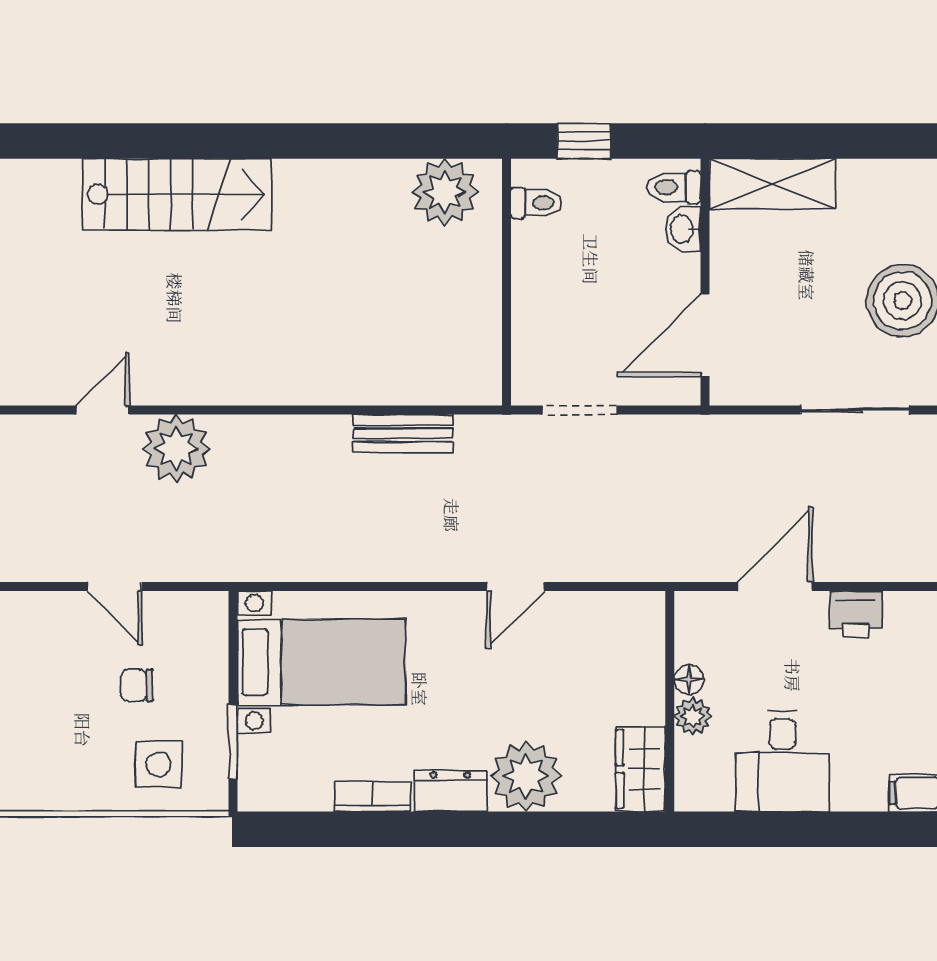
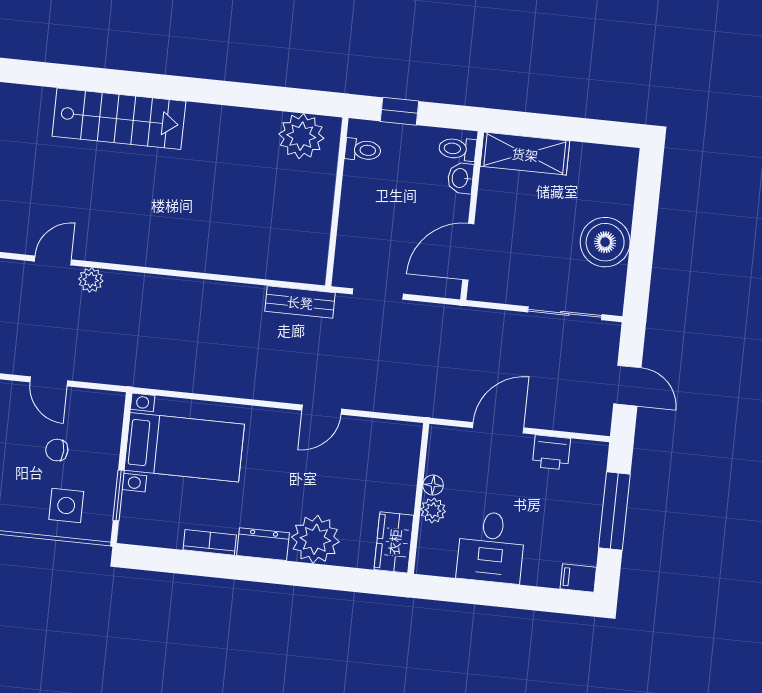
bench: (403, 434) -> (300, 302), moved
plant: (176, 449) -> (91, 280), width x0.53, depth x0.53

